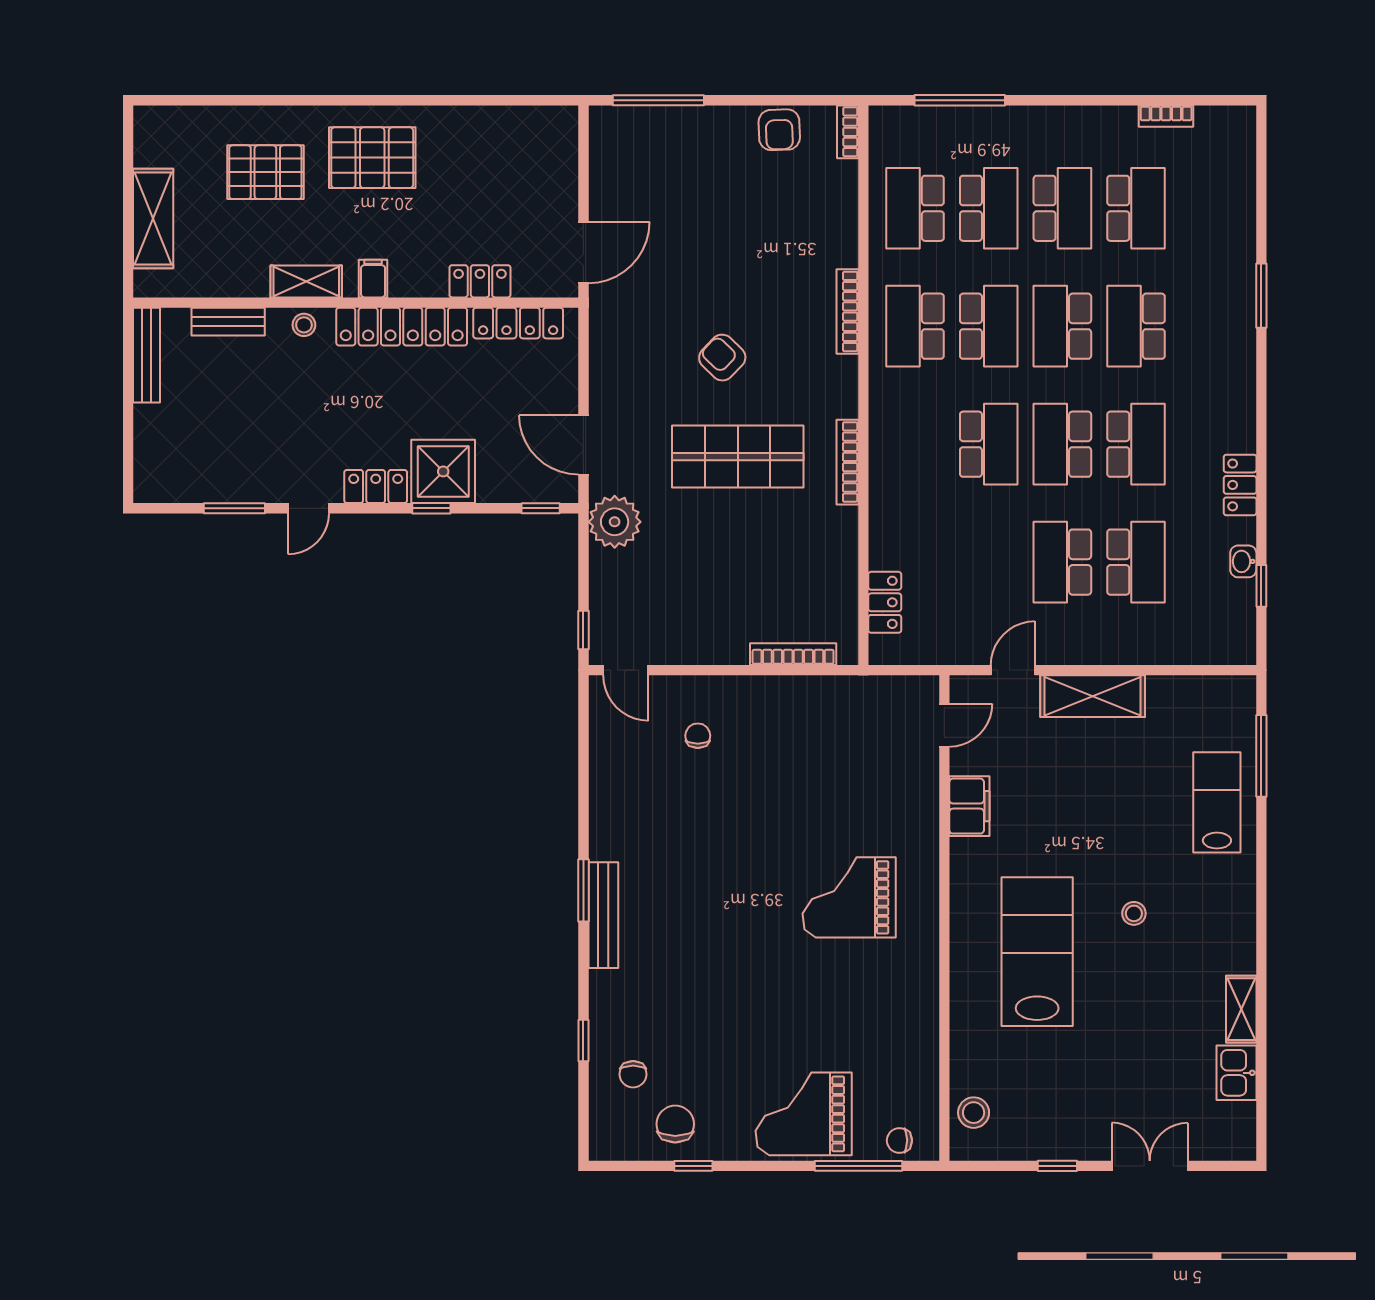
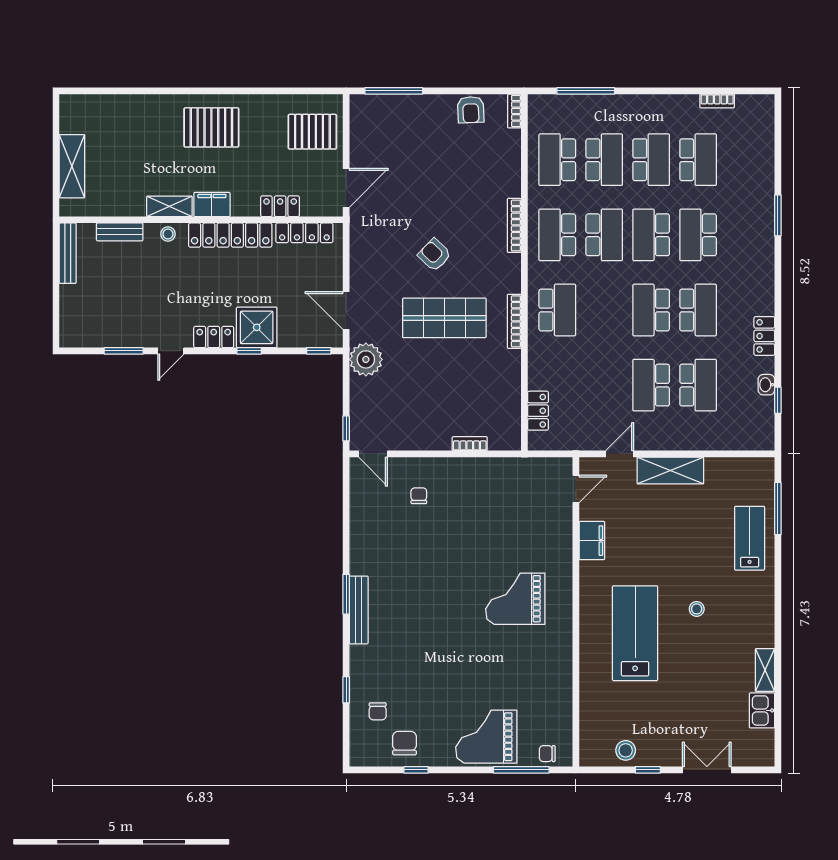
pallet: (265, 172) -> (312, 132), moved
filing cabinet: (373, 279) -> (212, 204), width x2.00
school desk: (989, 444) -> (557, 310), moved
bookcase: (793, 654) -> (470, 444), width x0.64
stool: (974, 1113) -> (626, 750), moved

